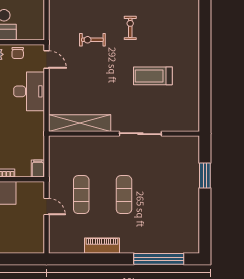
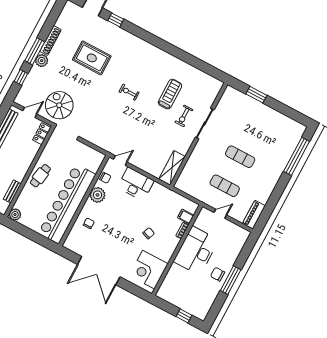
exercise bike: (92, 40) -> (184, 116), moved
treadmill: (153, 76) -> (170, 94), turned 180
shelving: (80, 123) -> (172, 168), width x0.68
filing cabinet: (38, 169) -> (186, 216), moved
piano: (102, 246) -> (254, 215), moved

